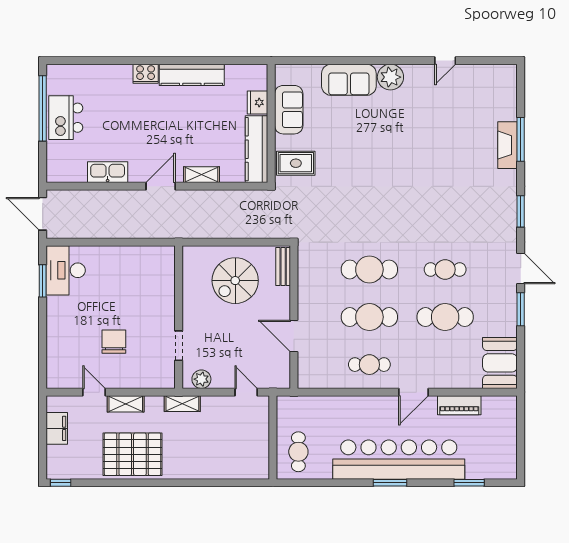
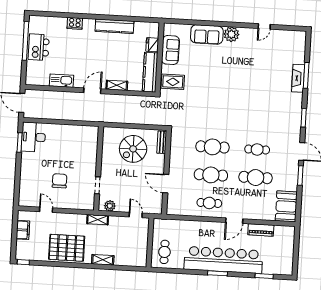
cooker: (146, 74) -> (75, 23), moved
shelving: (126, 404) -> (103, 260), moved

